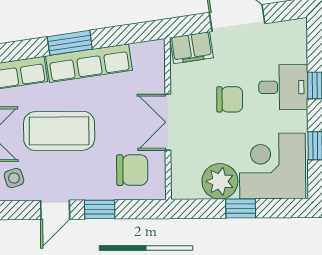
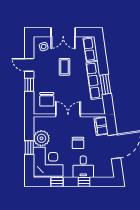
window: (70, 43) -> (105, 84), moved
coffee table: (59, 131) -> (64, 67), width x0.54, depth x0.58

